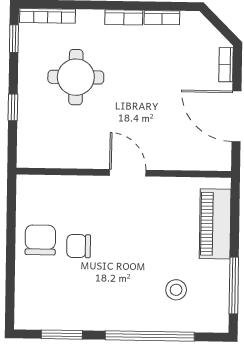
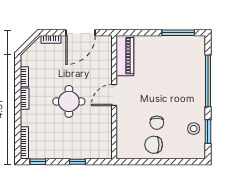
round table: (76, 77) -> (69, 101), moved
piano: (215, 224) -> (125, 56), moved, turned -90
stool: (176, 290) -> (194, 129), moved

